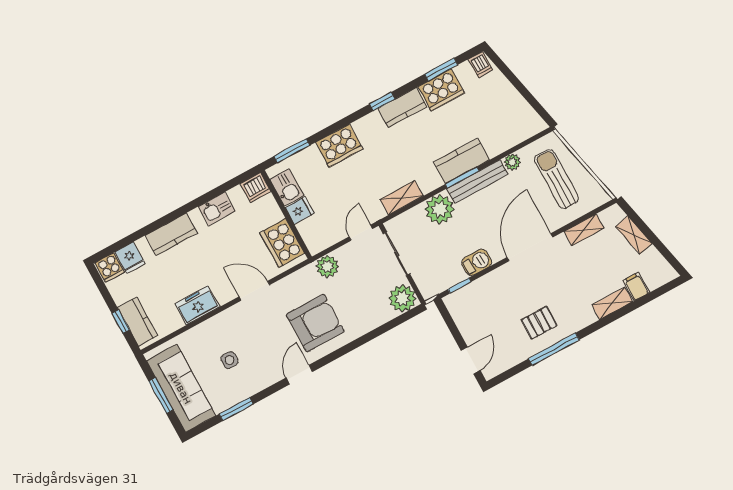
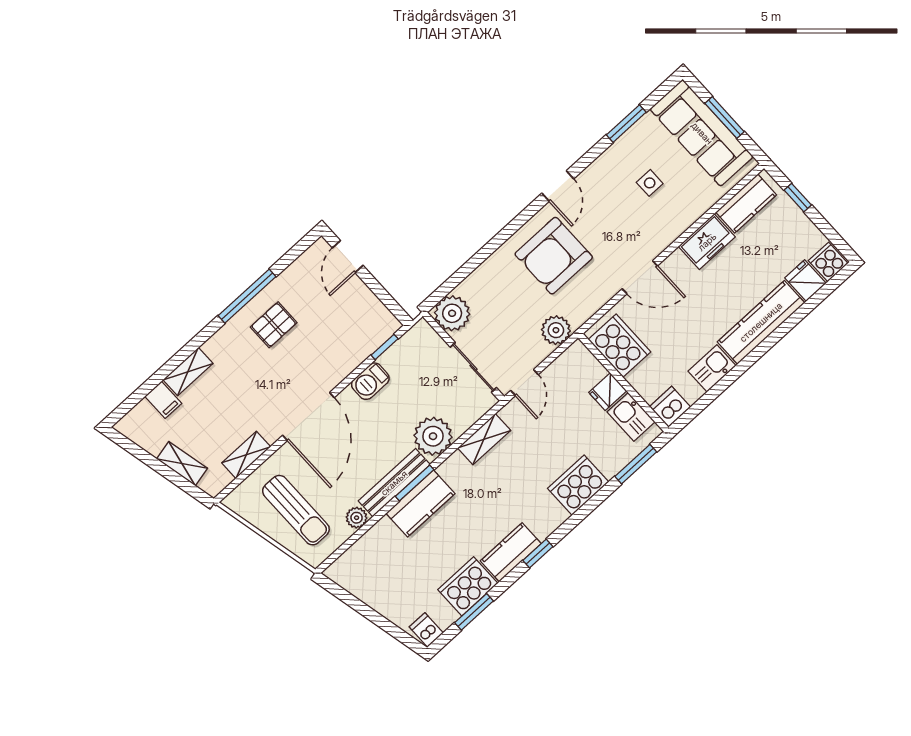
kitchen counter: (171, 234) -> (761, 322), width x1.50
kitchen counter: (138, 322) -> (746, 204), moved, turned -90

